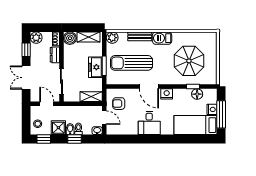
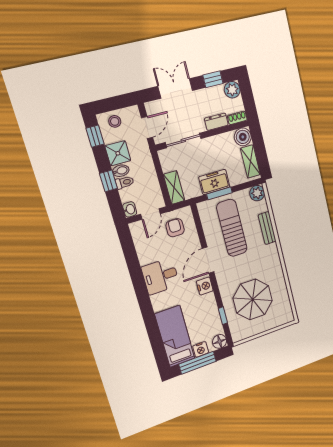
barbecue: (162, 38) -> (272, 257), removed
floor lamp: (197, 94) -> (220, 341), moved

